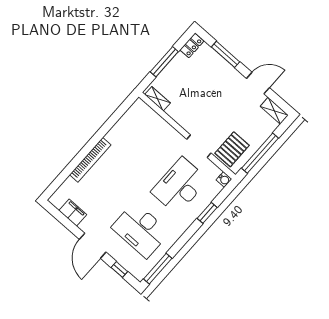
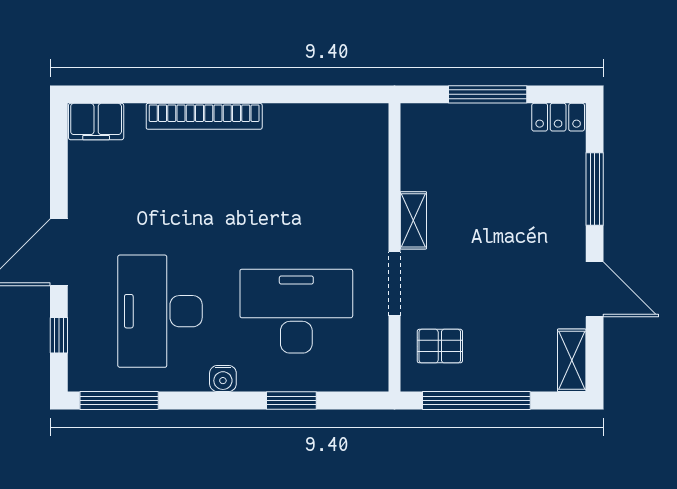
shelving: (157, 99) -> (413, 220), moved
pallet: (232, 149) -> (440, 346), width x0.67, depth x0.71
water cooler: (224, 179) -> (223, 378), moved
filing cabinet: (73, 213) -> (96, 121), moved, turned 90

